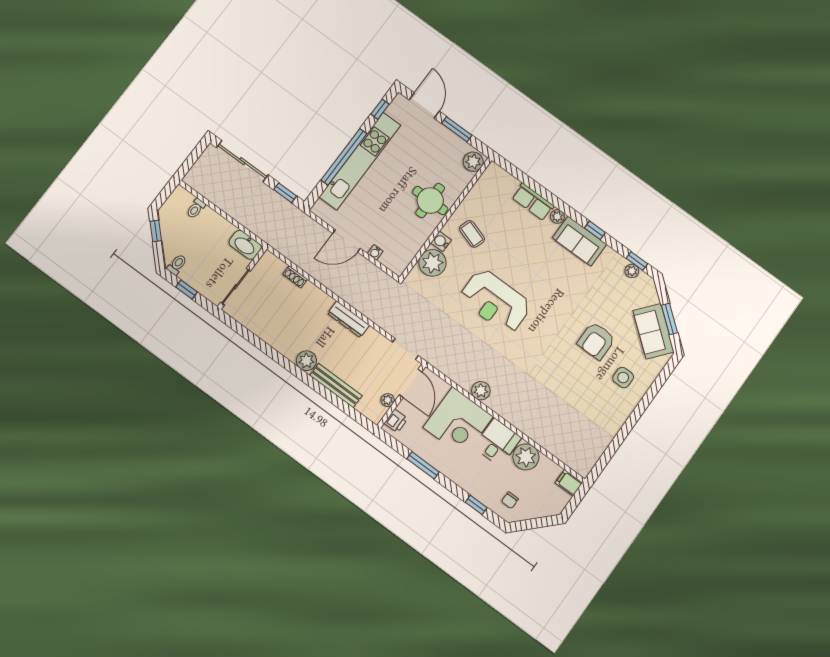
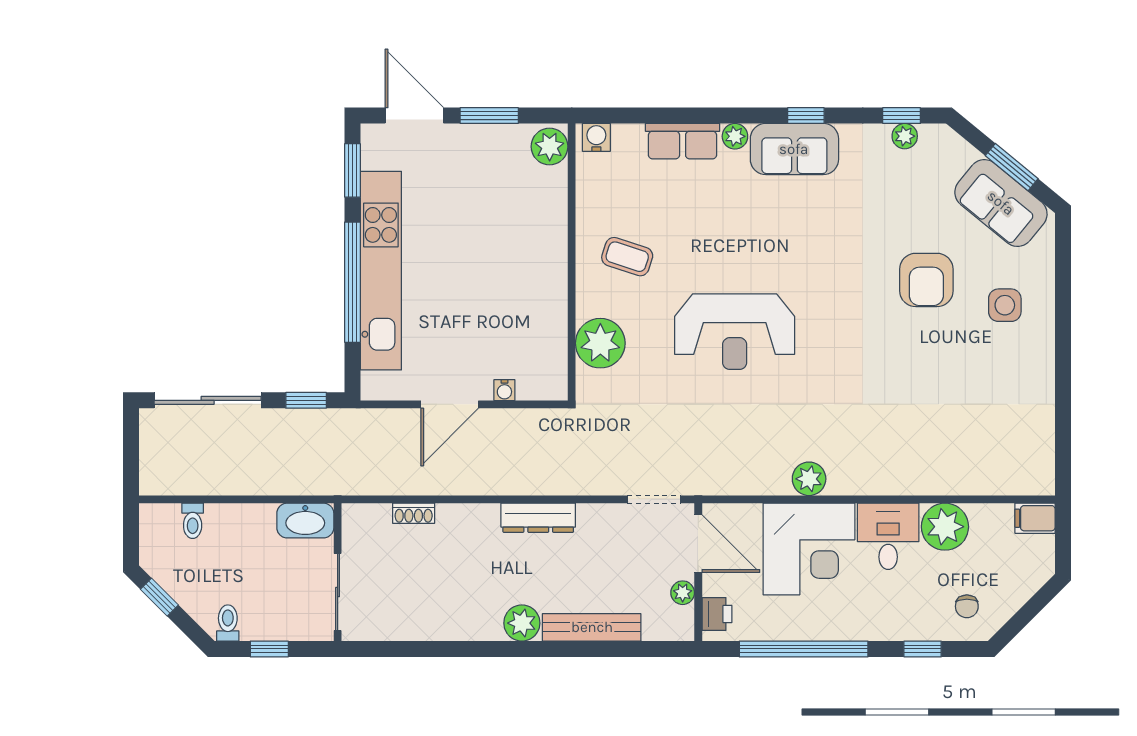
window: (380, 109) -> (352, 170), width x1.50
round table: (430, 201) -> (529, 253), removed
water cooler: (441, 241) -> (596, 137), moved, turned 90
window: (423, 465) -> (804, 649), width x2.11

